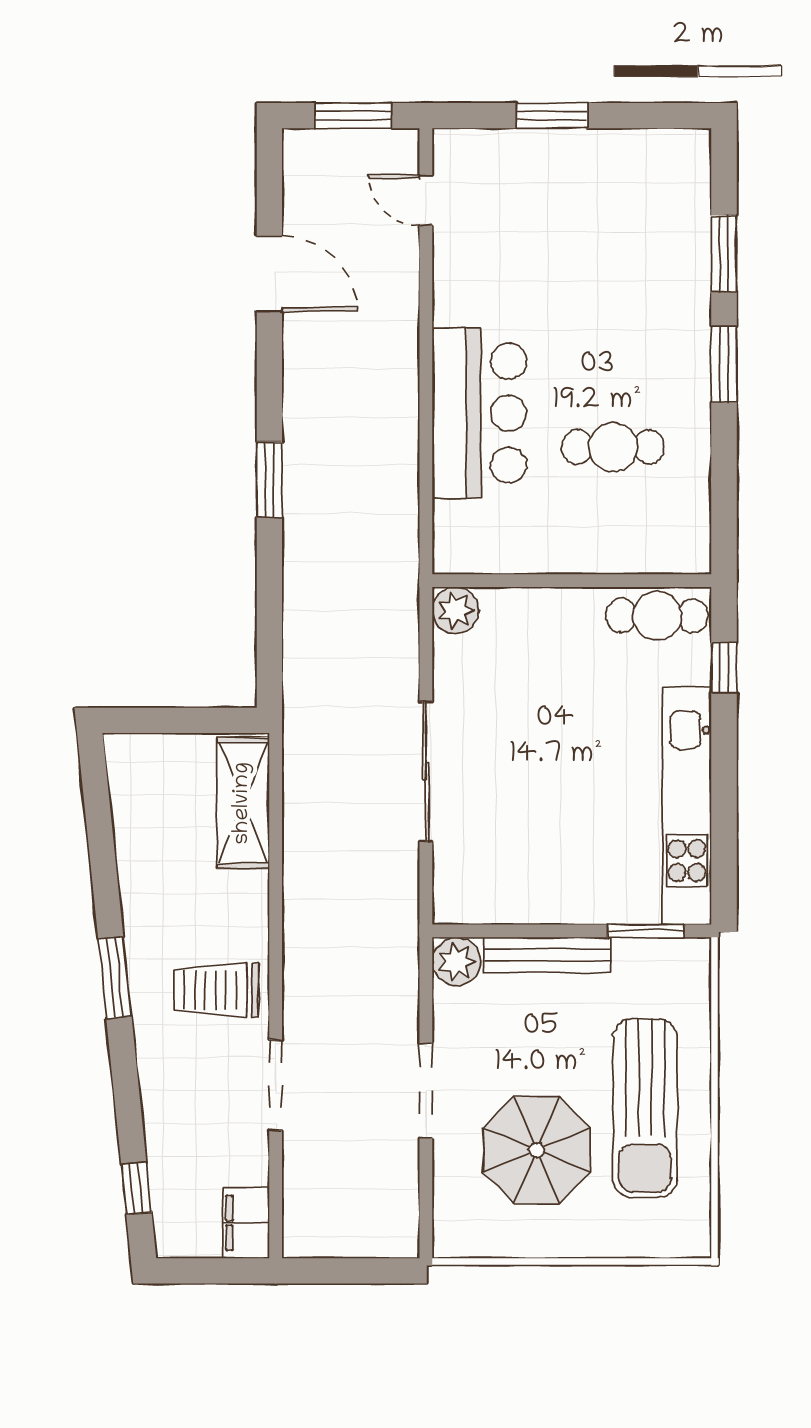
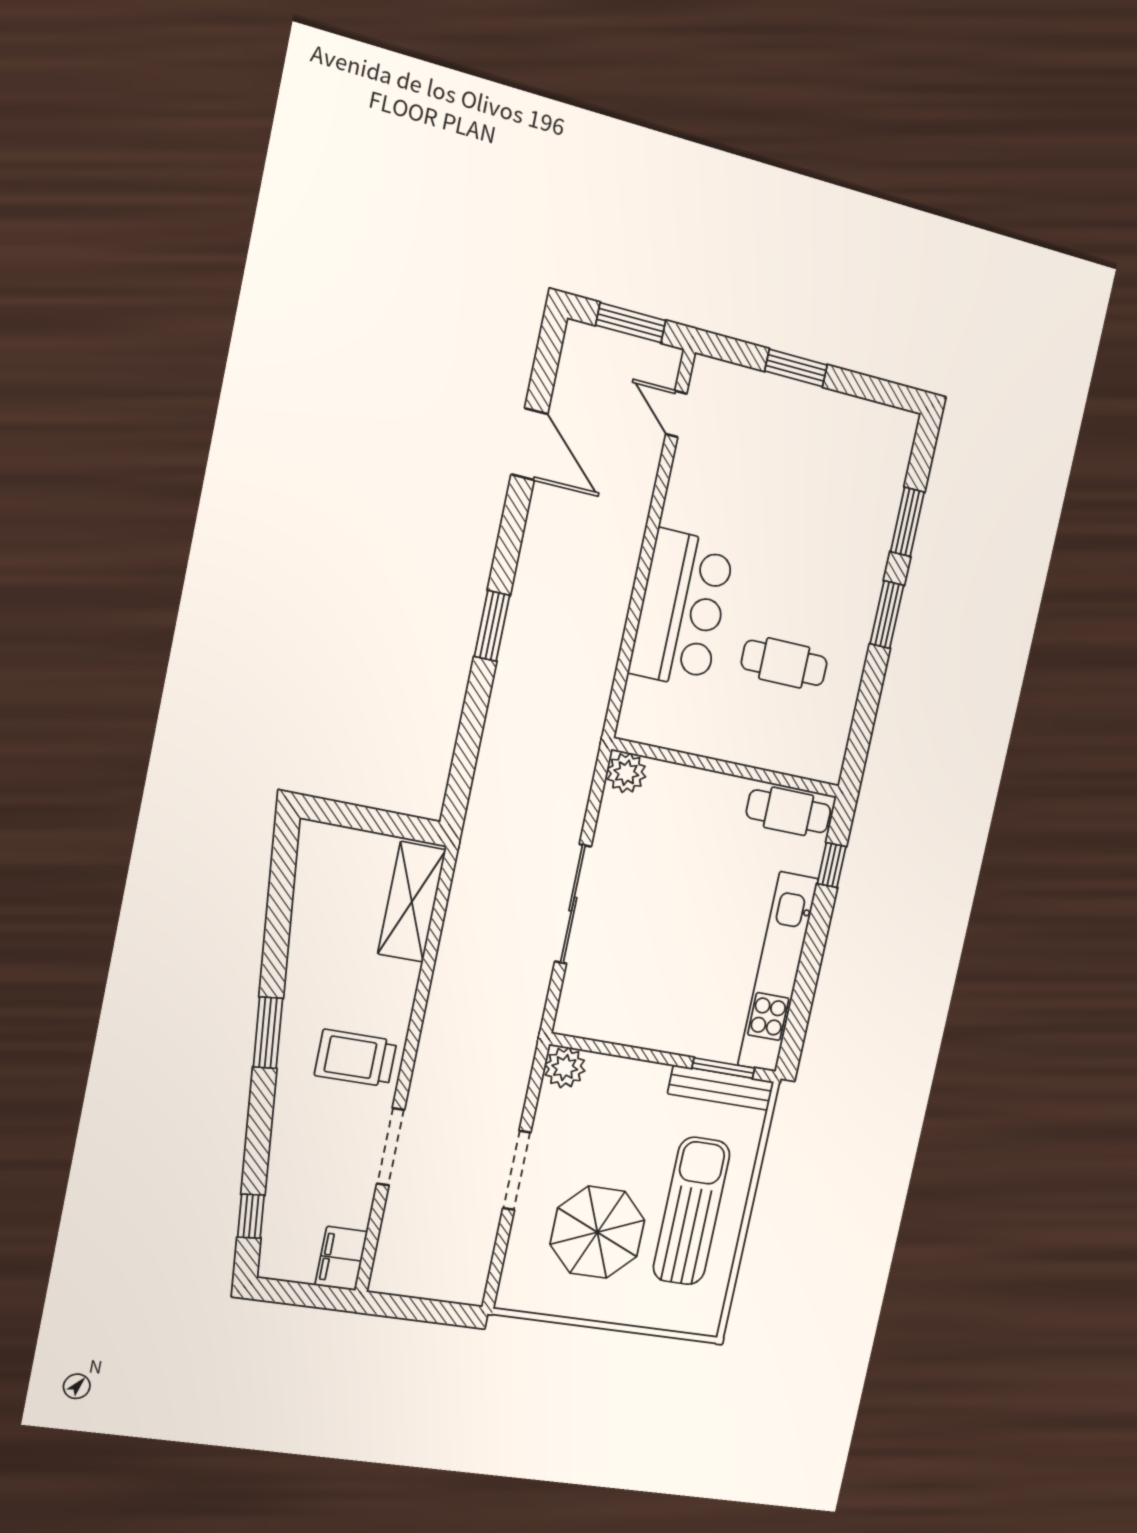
bench: (548, 955) -> (721, 1088), moved
sun lounger: (645, 1108) -> (692, 1211), turned 180

